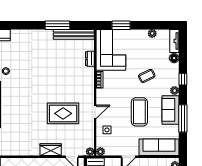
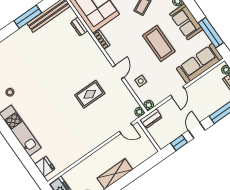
rug: (63, 113) -> (90, 94), width x0.73, depth x0.70
window: (183, 118) -> (211, 33), moved
wardrobe: (51, 150) -> (102, 135), removed

